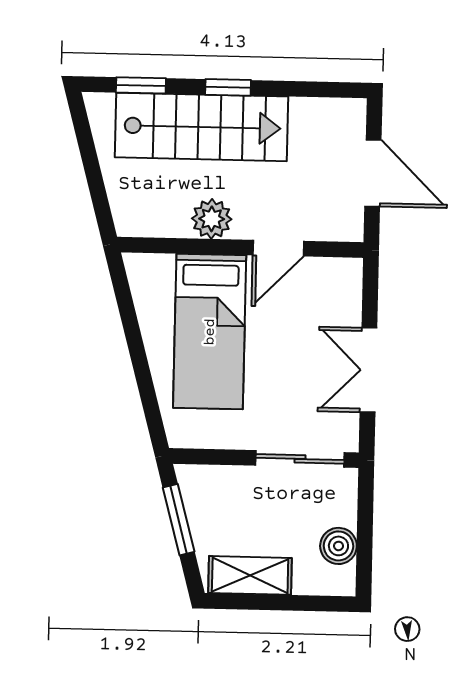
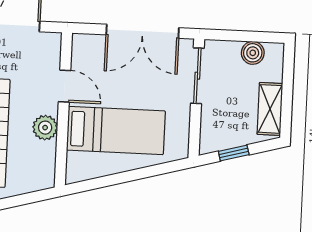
double door: (368, 370) -> (143, 31), width x1.37
window: (179, 520) -> (234, 153), width x0.67

